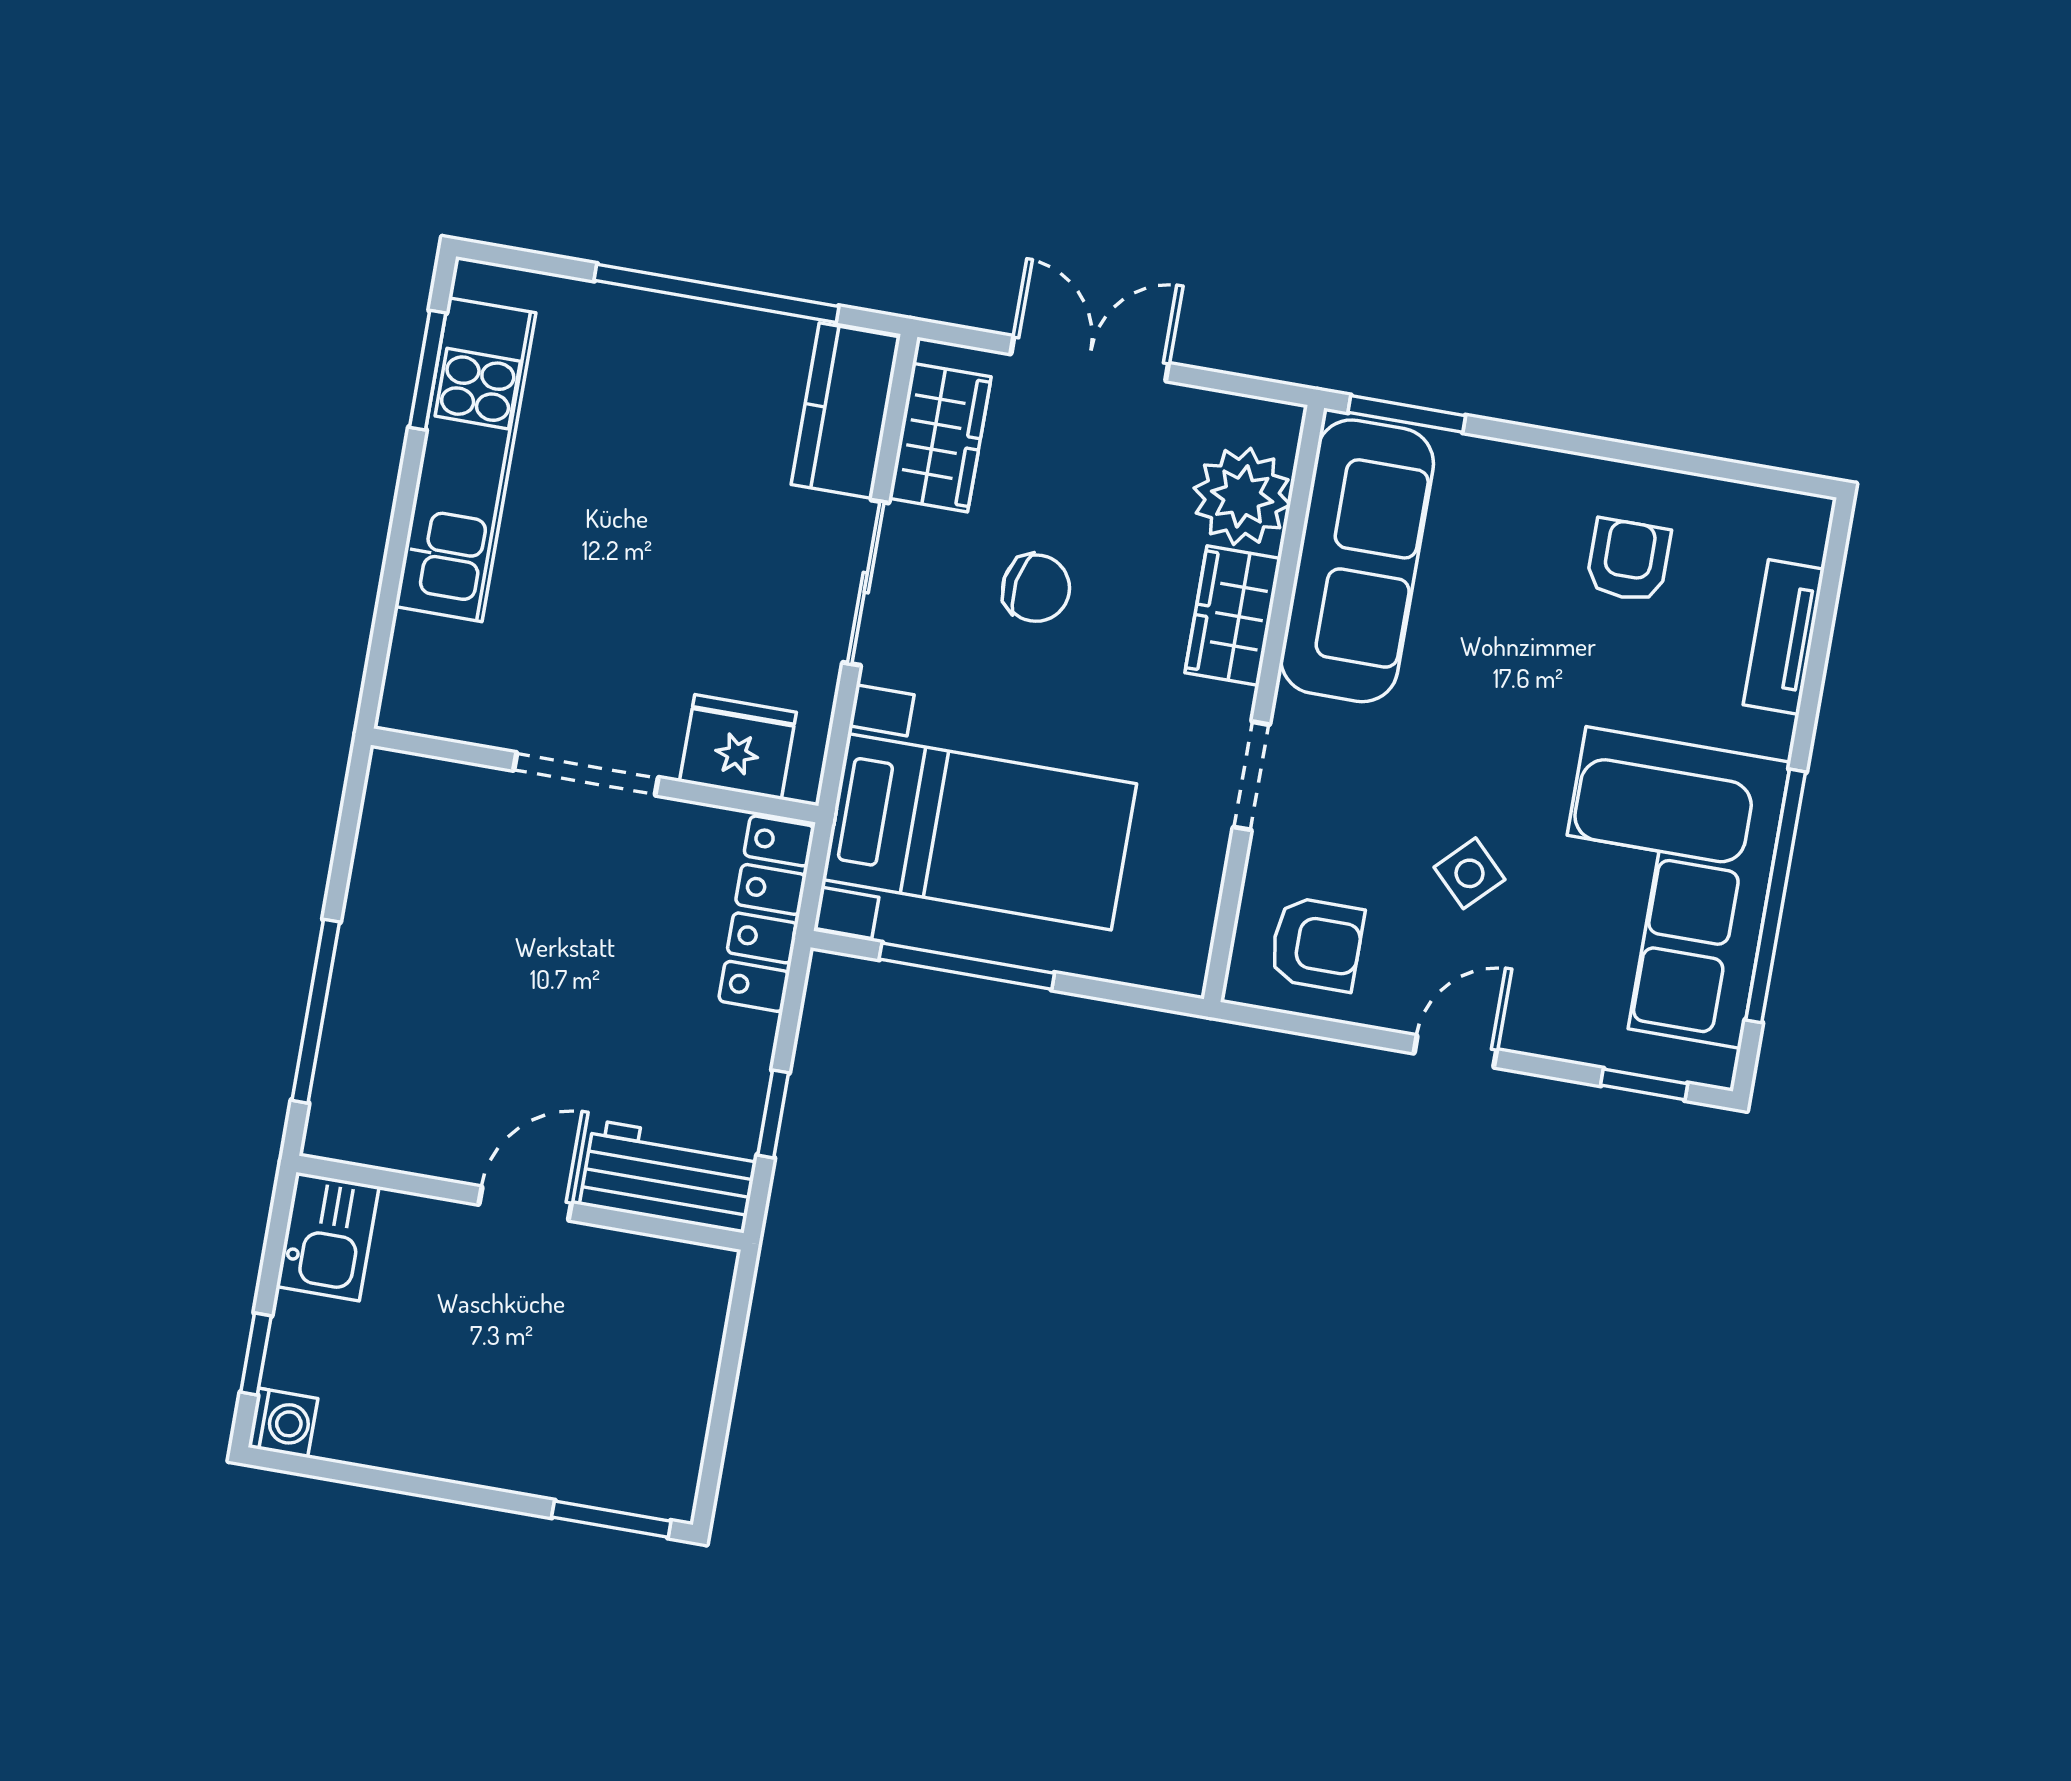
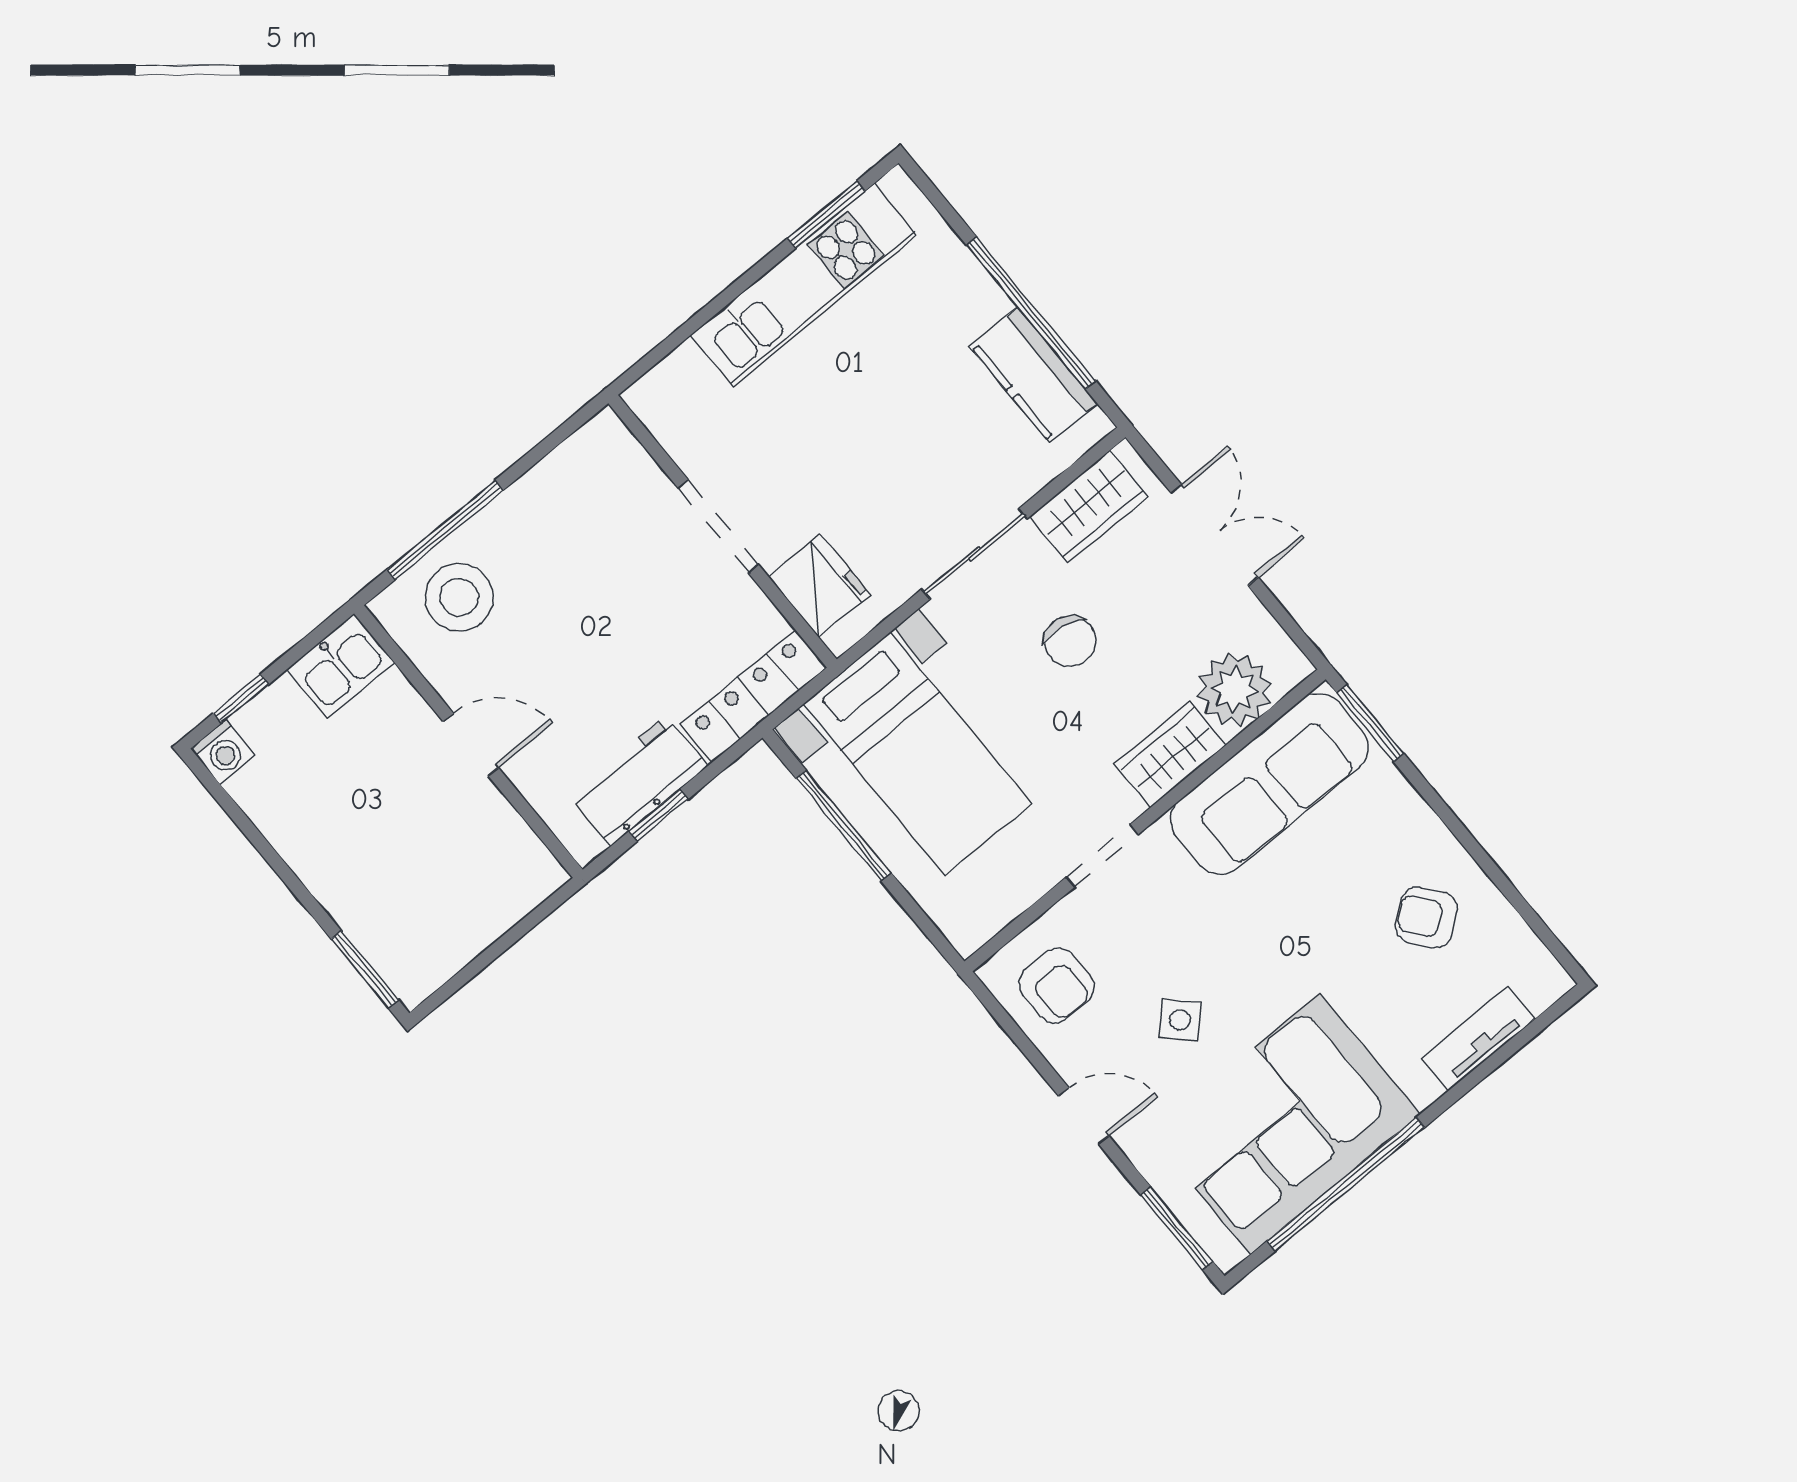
kitchen counter: (846, 411) -> (1034, 375), moved, turned -90
armchair: (1628, 560) -> (1426, 917), turned -128
stool: (387, 1066) -> (459, 597), added
window: (1644, 1084) -> (1177, 1228), width x1.50
workbench: (669, 1177) -> (639, 781), moved, turned -90

